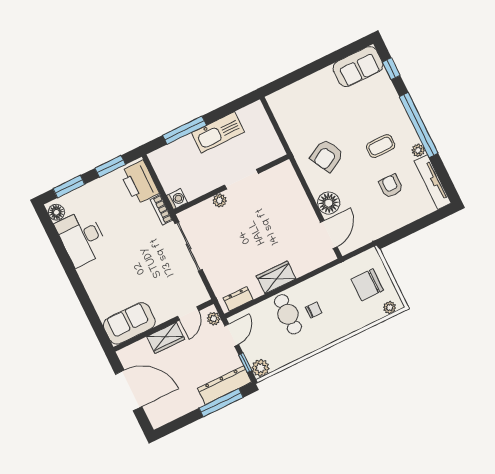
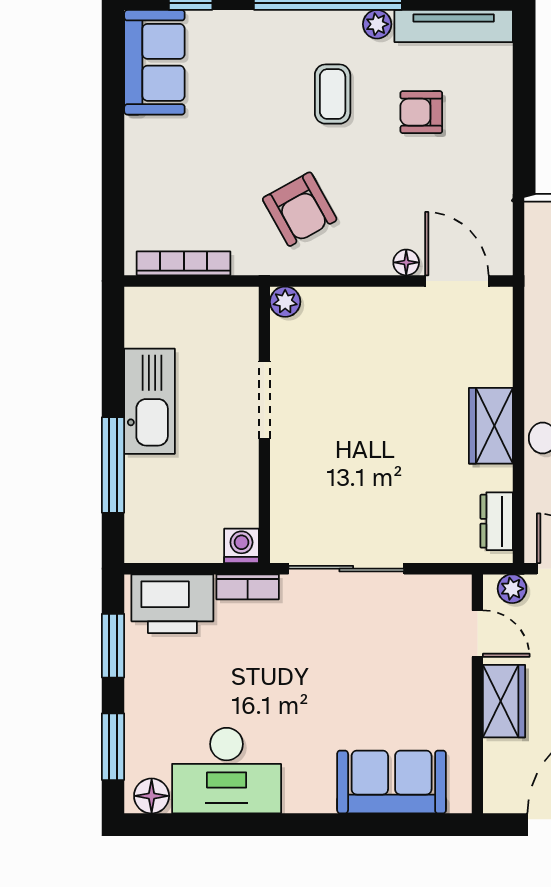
bookcase: (281, 119) -> (184, 263), added
plant: (220, 200) -> (285, 302), moved
floor lamp: (329, 203) -> (406, 262), width x0.53, depth x0.53
sofa: (129, 323) -> (392, 782), moved, turned 90

